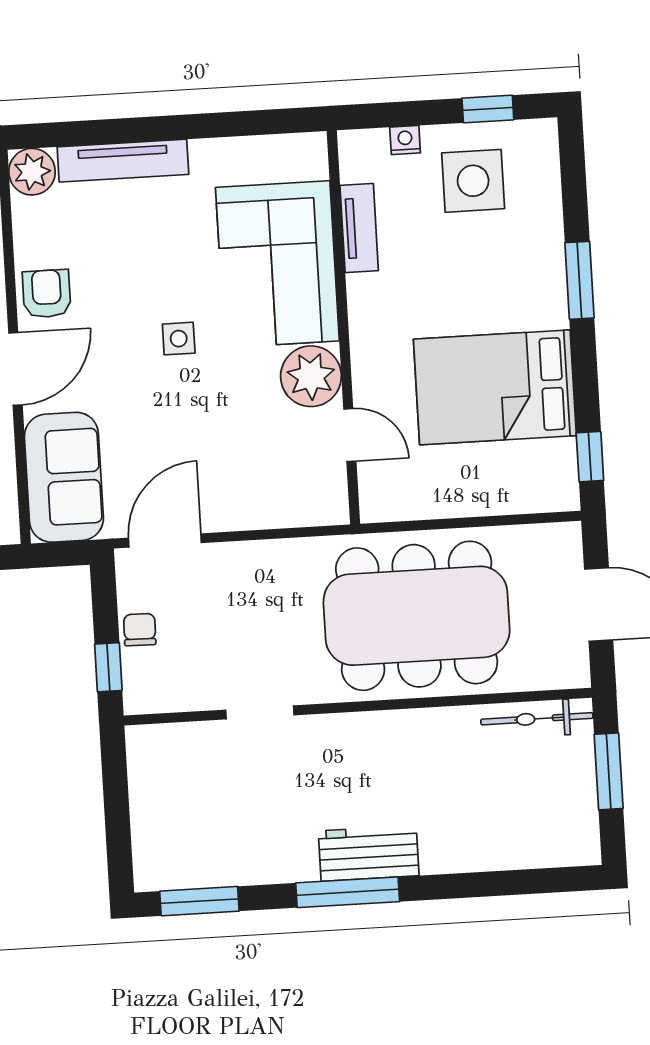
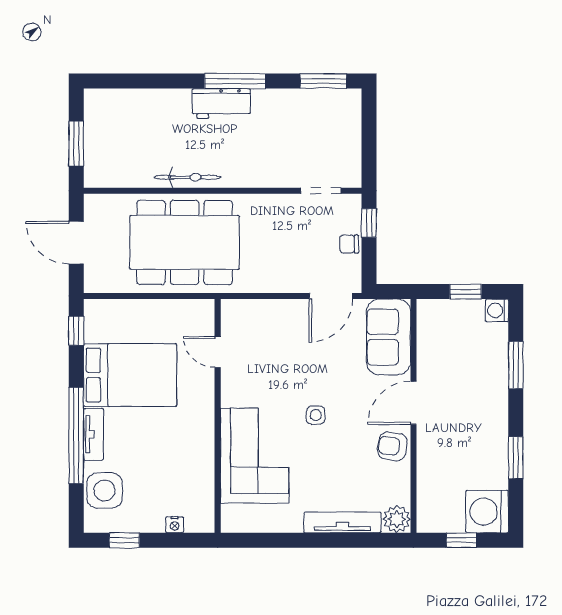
side table: (473, 181) -> (104, 490), moved
tv unit: (359, 228) -> (93, 434), moved, turned 180
window: (579, 280) -> (76, 435), width x2.11
armchair: (47, 294) -> (392, 446), turned 99
plant: (311, 376) -> (239, 388), removed
chair: (140, 630) -> (349, 244), turned 89
doorway: (260, 712) -> (321, 191), moved
bicycle: (537, 719) -> (187, 177), moved

